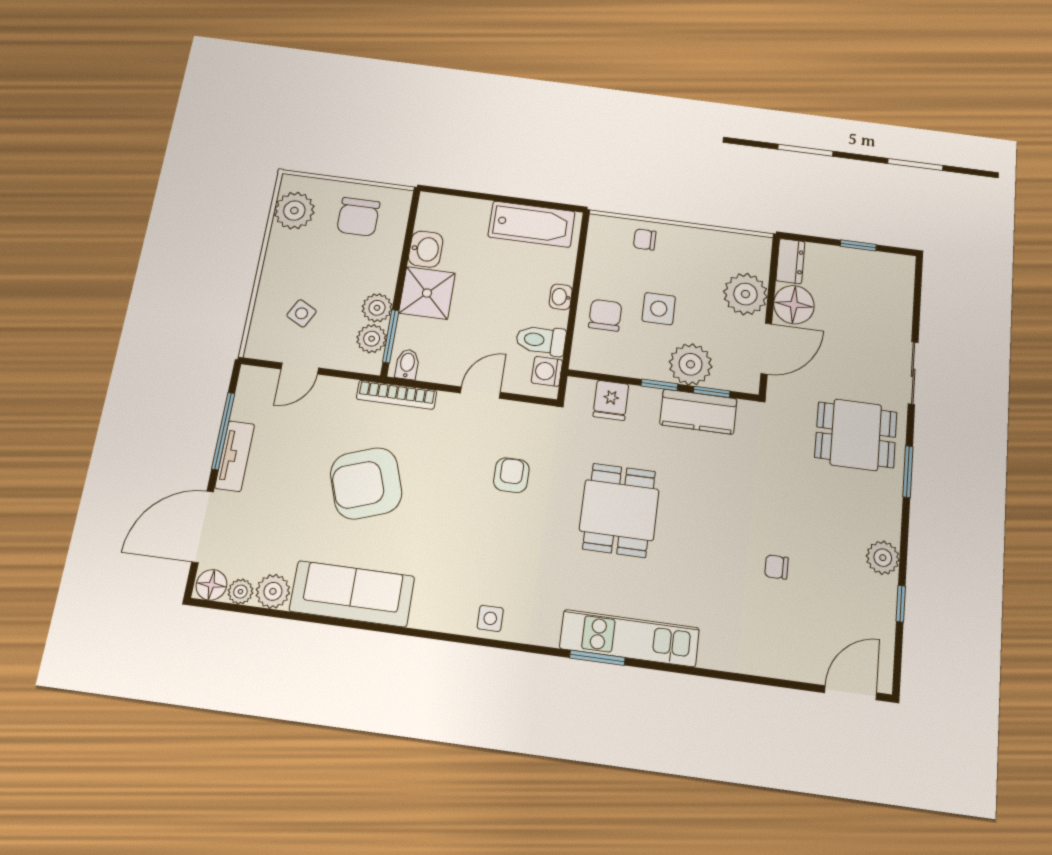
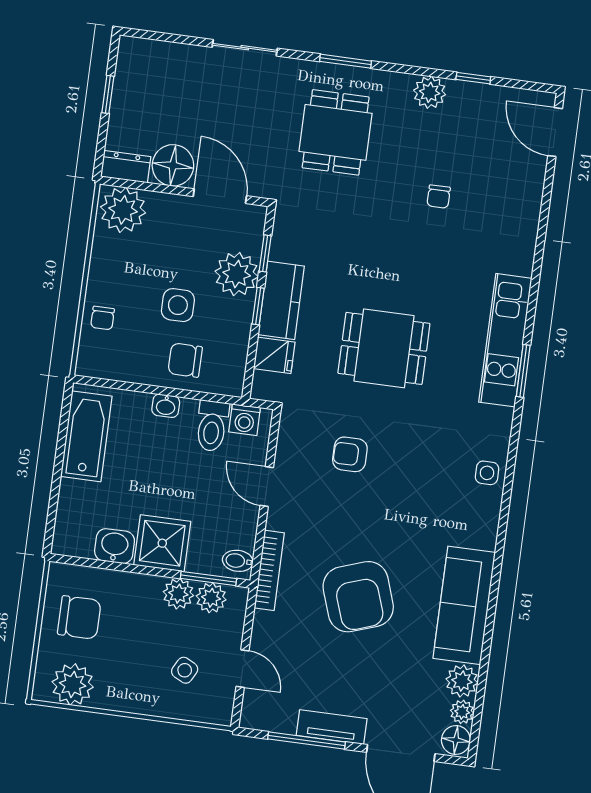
plant: (745, 294) -> (123, 210), moved
kitchen counter: (698, 412) -> (281, 300), moved
dining table: (856, 435) -> (336, 132), moved

